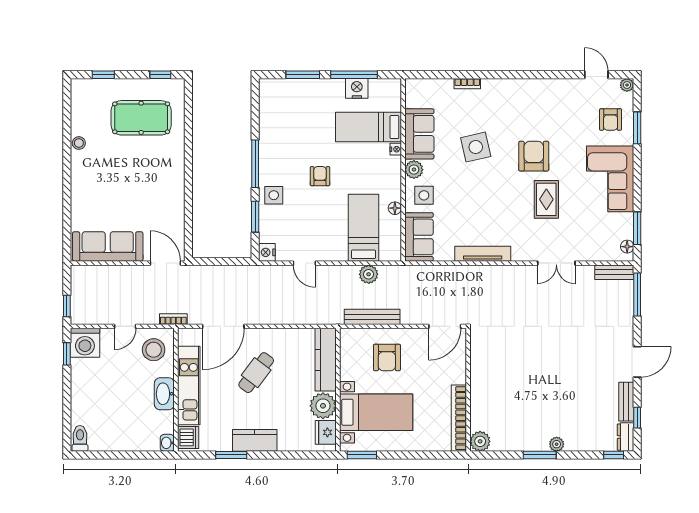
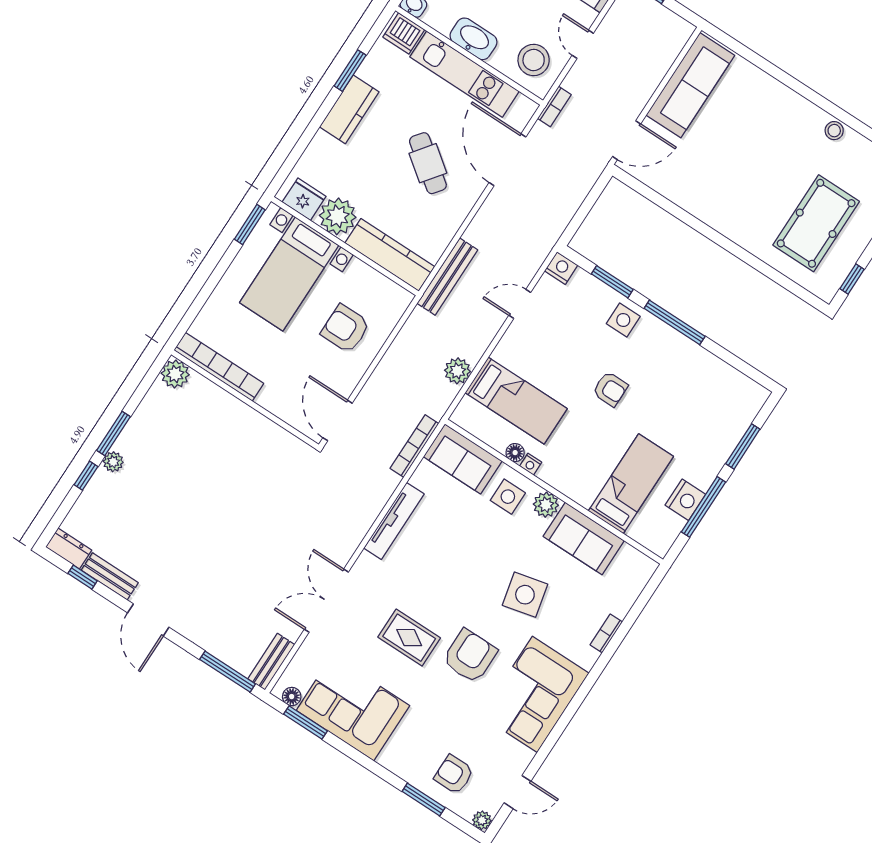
corner sofa: (531, 102) -> (535, 694), added
nightstand: (396, 149) -> (531, 464), moved
armchair: (534, 156) -> (470, 656), turned -90
corner sofa: (610, 179) -> (353, 708), moved
double door: (556, 263) -> (326, 601), width x1.37
bookcase: (430, 271) -> (414, 446), added
bench: (372, 317) -> (447, 277), moved
window: (614, 455) -> (86, 476), moved

